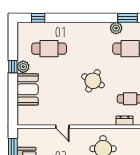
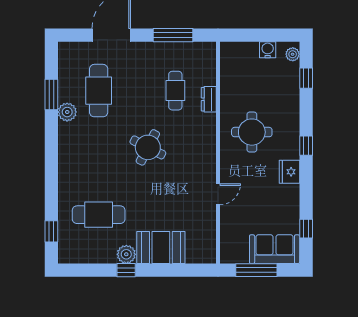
cafe table: (49, 49) -> (99, 215), turned 90

